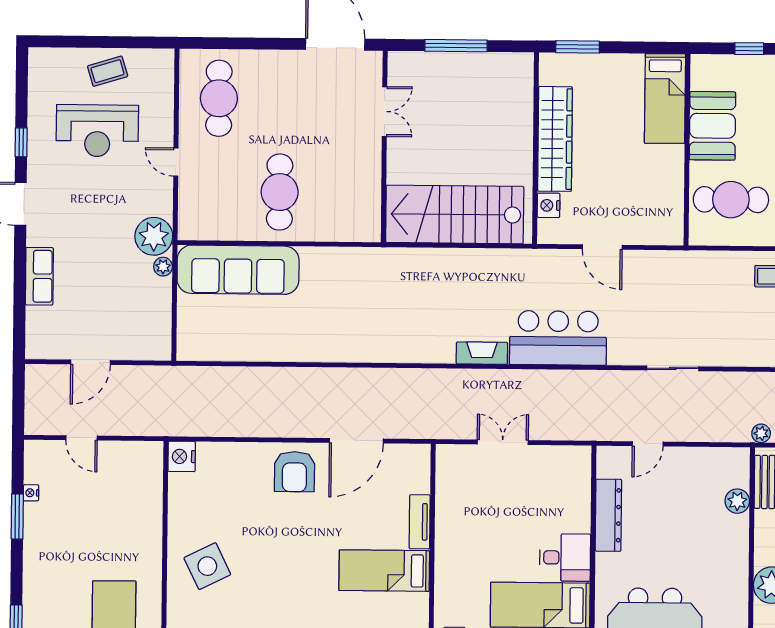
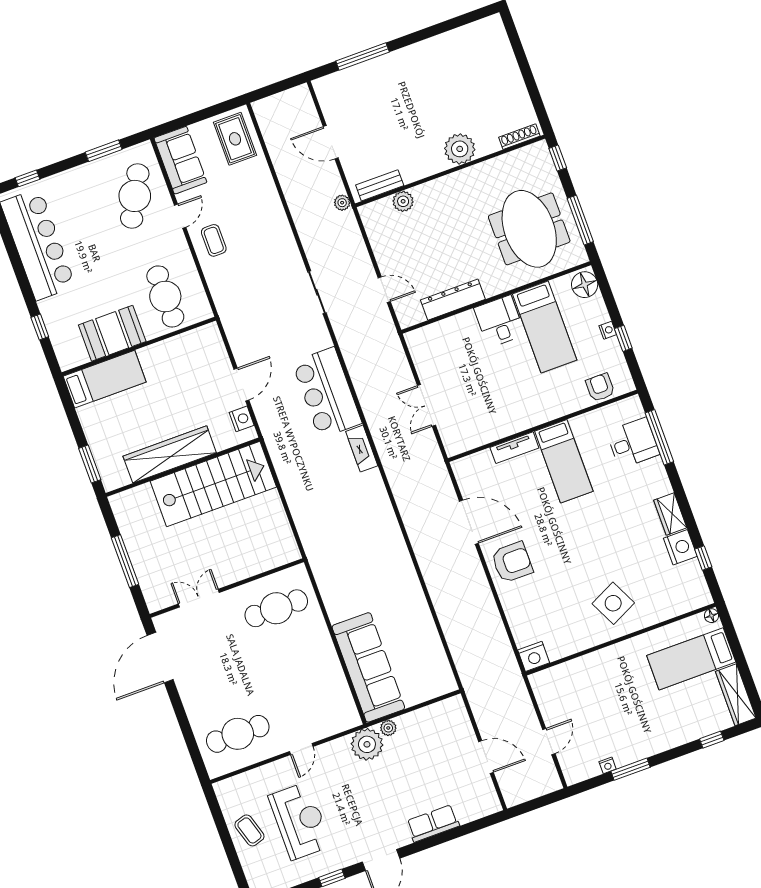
cafe table: (280, 192) -> (276, 608), moved
nightstand: (549, 205) -> (242, 419), moved, turned -90
stairs: (455, 214) -> (213, 484), moved, turned -90

